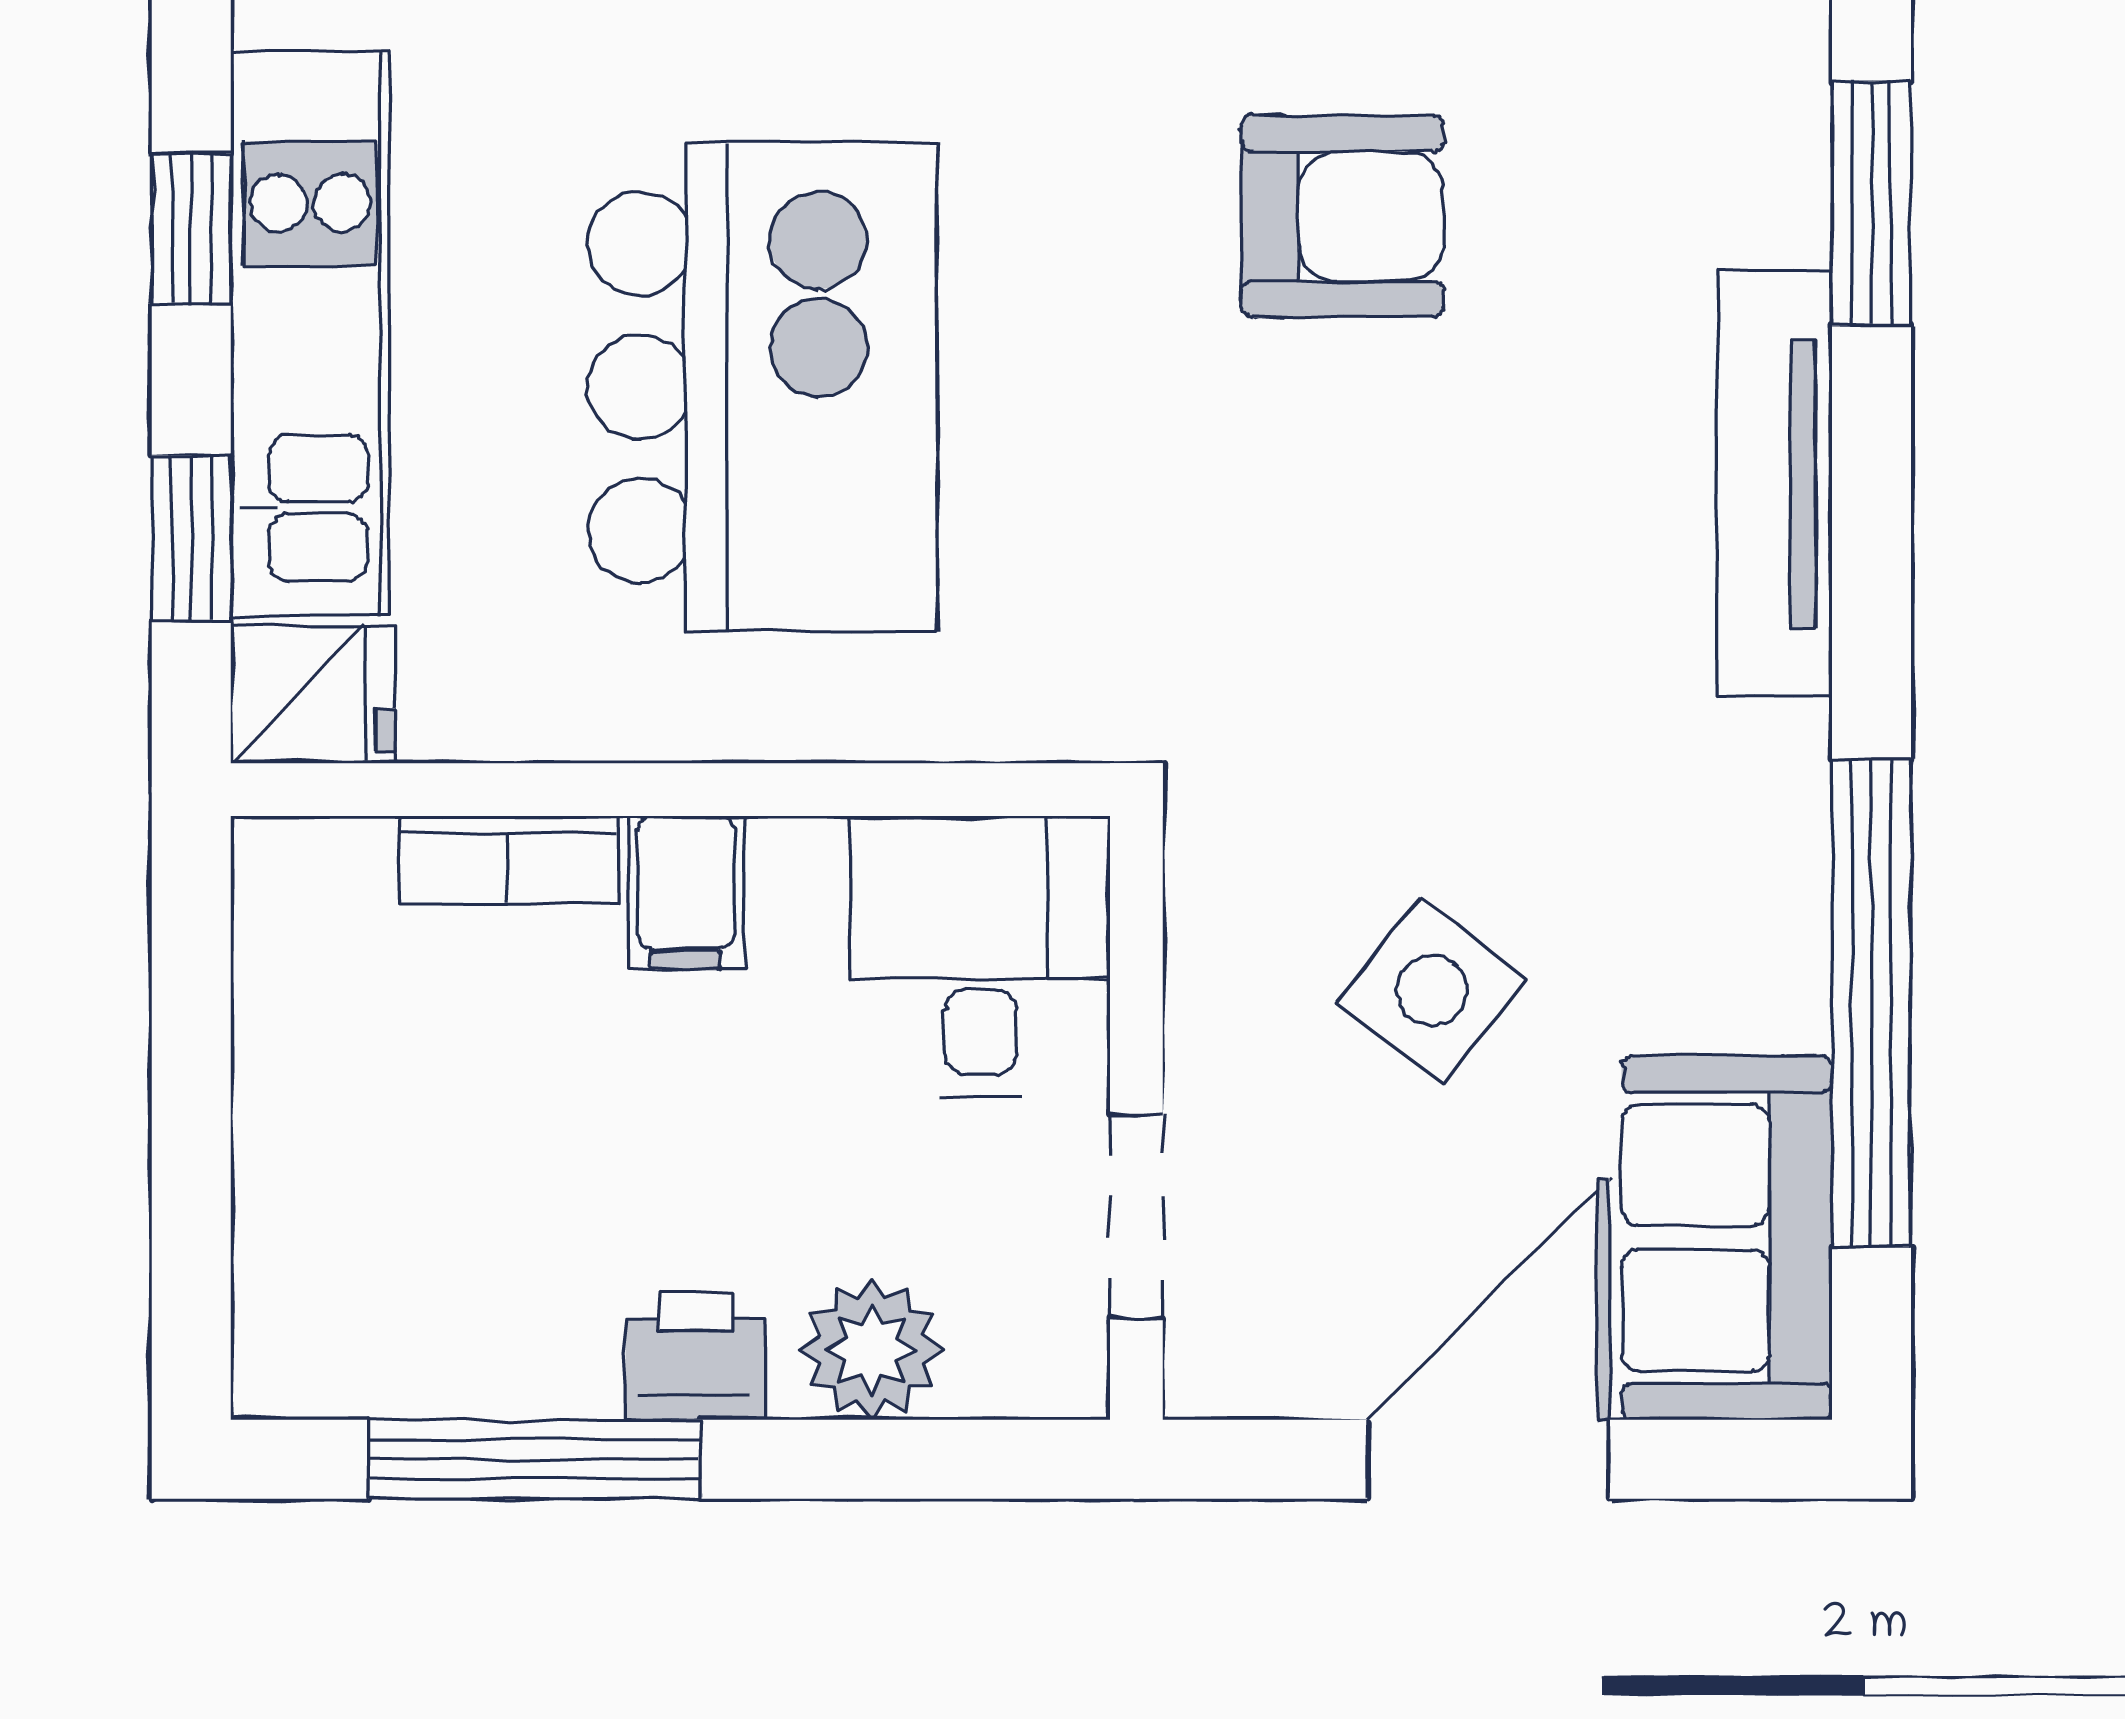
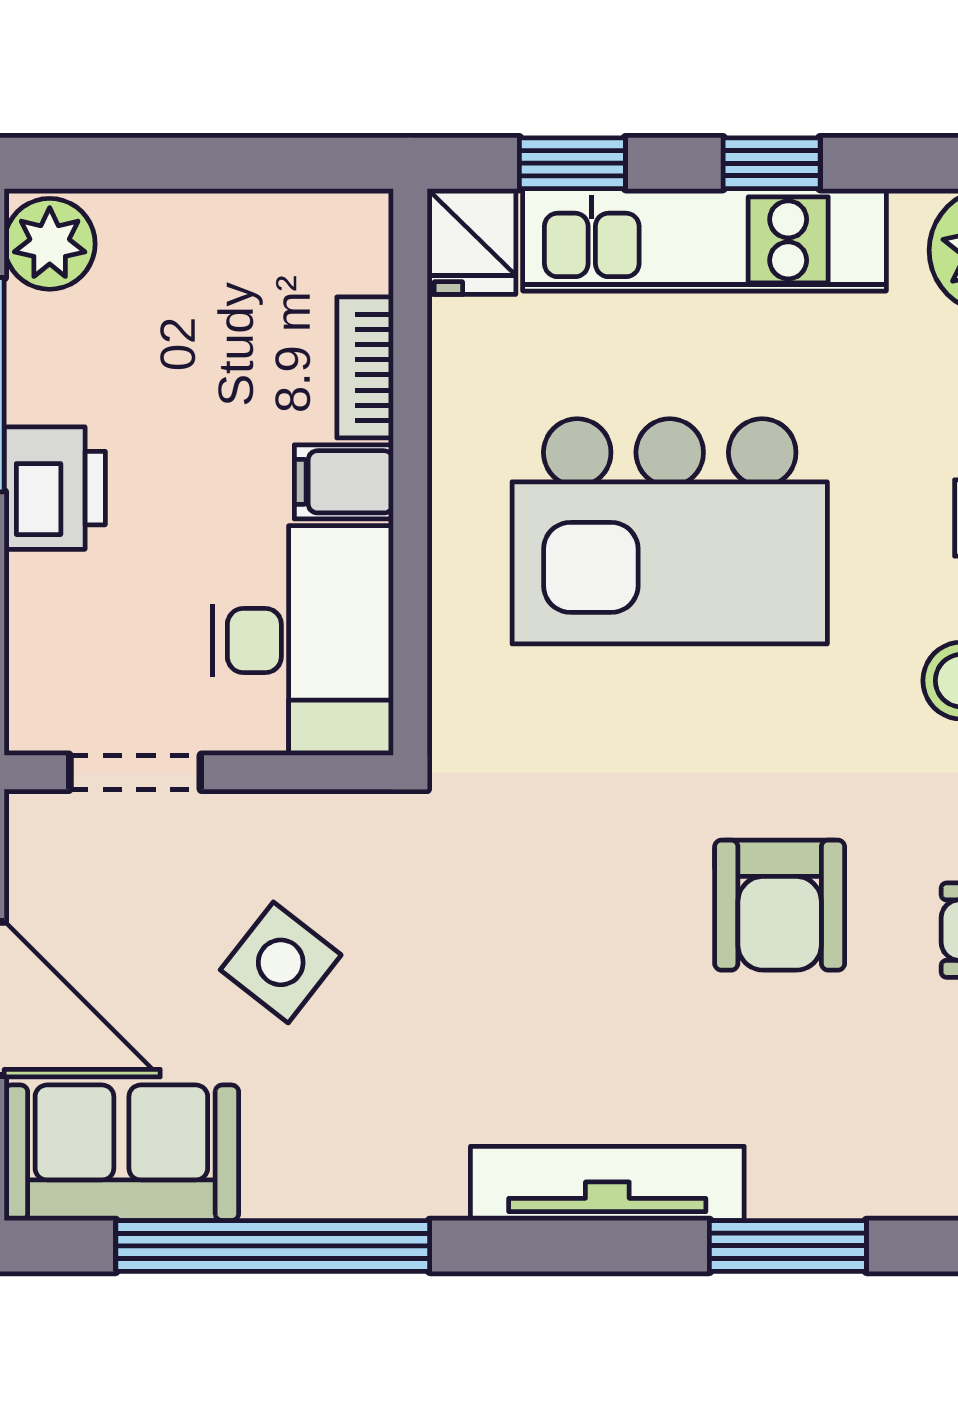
desk: (980, 956) -> (303, 640), width x1.37
plant: (871, 1349) -> (50, 244), moved
printer: (695, 1356) -> (55, 488), width x1.36, depth x1.24

